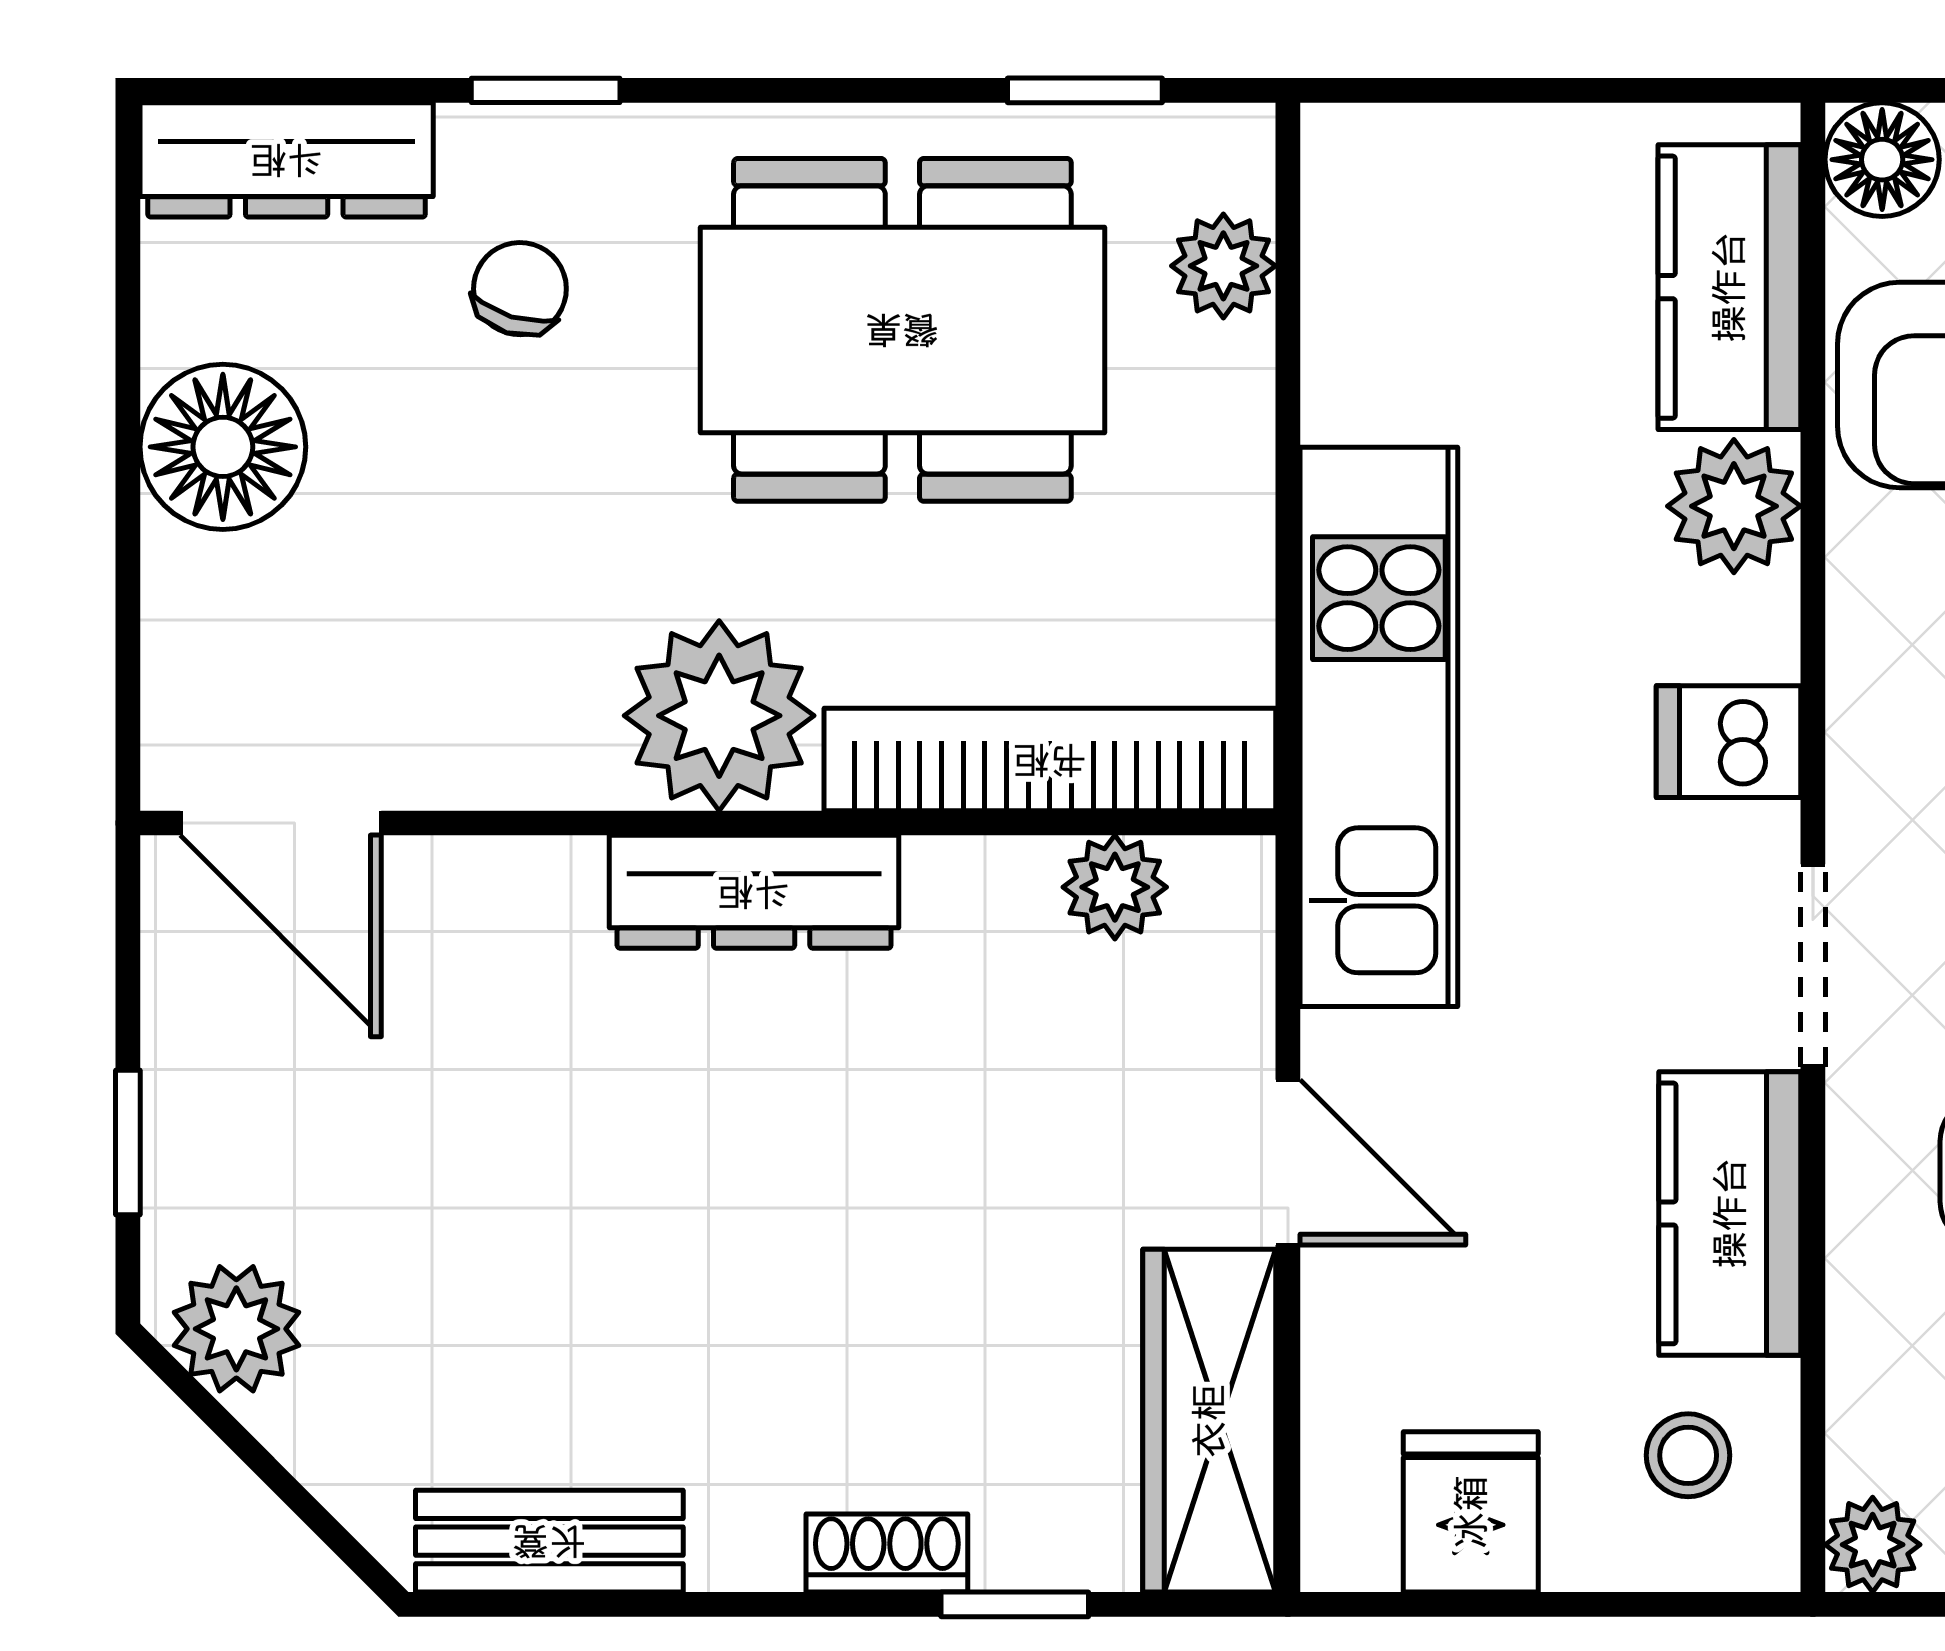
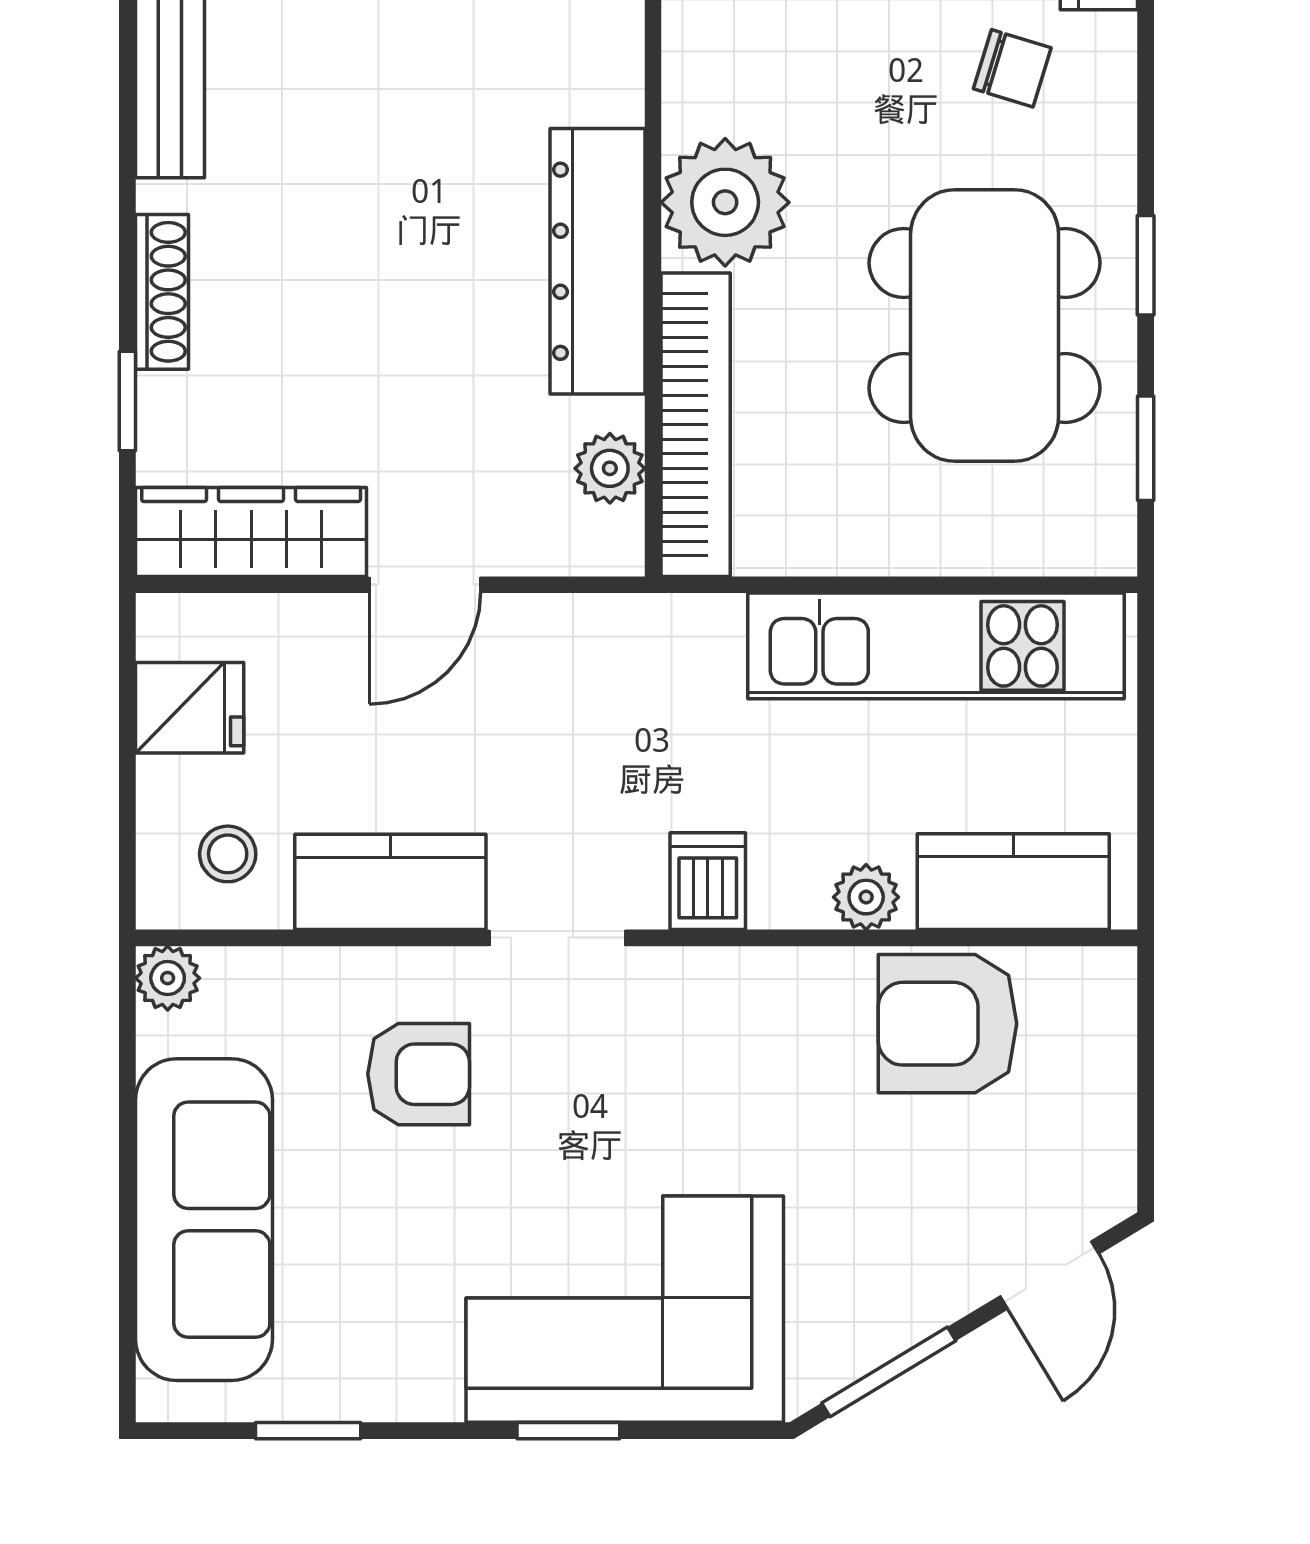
window: (546, 90) -> (1146, 265), moved
floor lamp: (1882, 160) -> (1099, 984), removed
plant: (1223, 266) -> (1028, 541), removed
plant: (1734, 506) -> (866, 897), width x0.73, depth x0.73
kitchen unit: (1379, 727) -> (936, 646), moved
dresser: (754, 892) -> (597, 261), width x1.37, depth x1.24
shoe rack: (887, 1553) -> (162, 292), width x1.43

